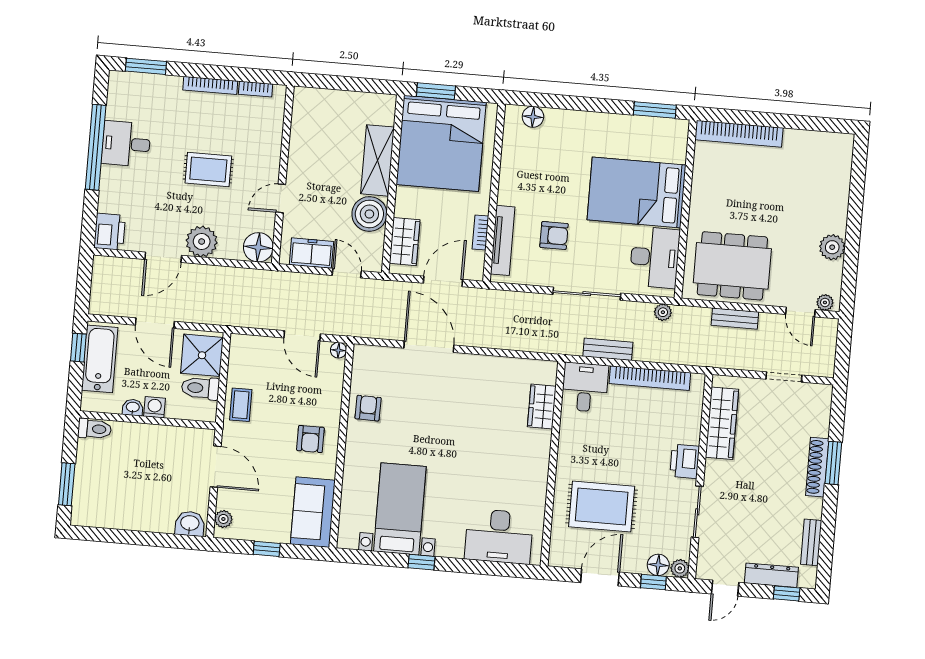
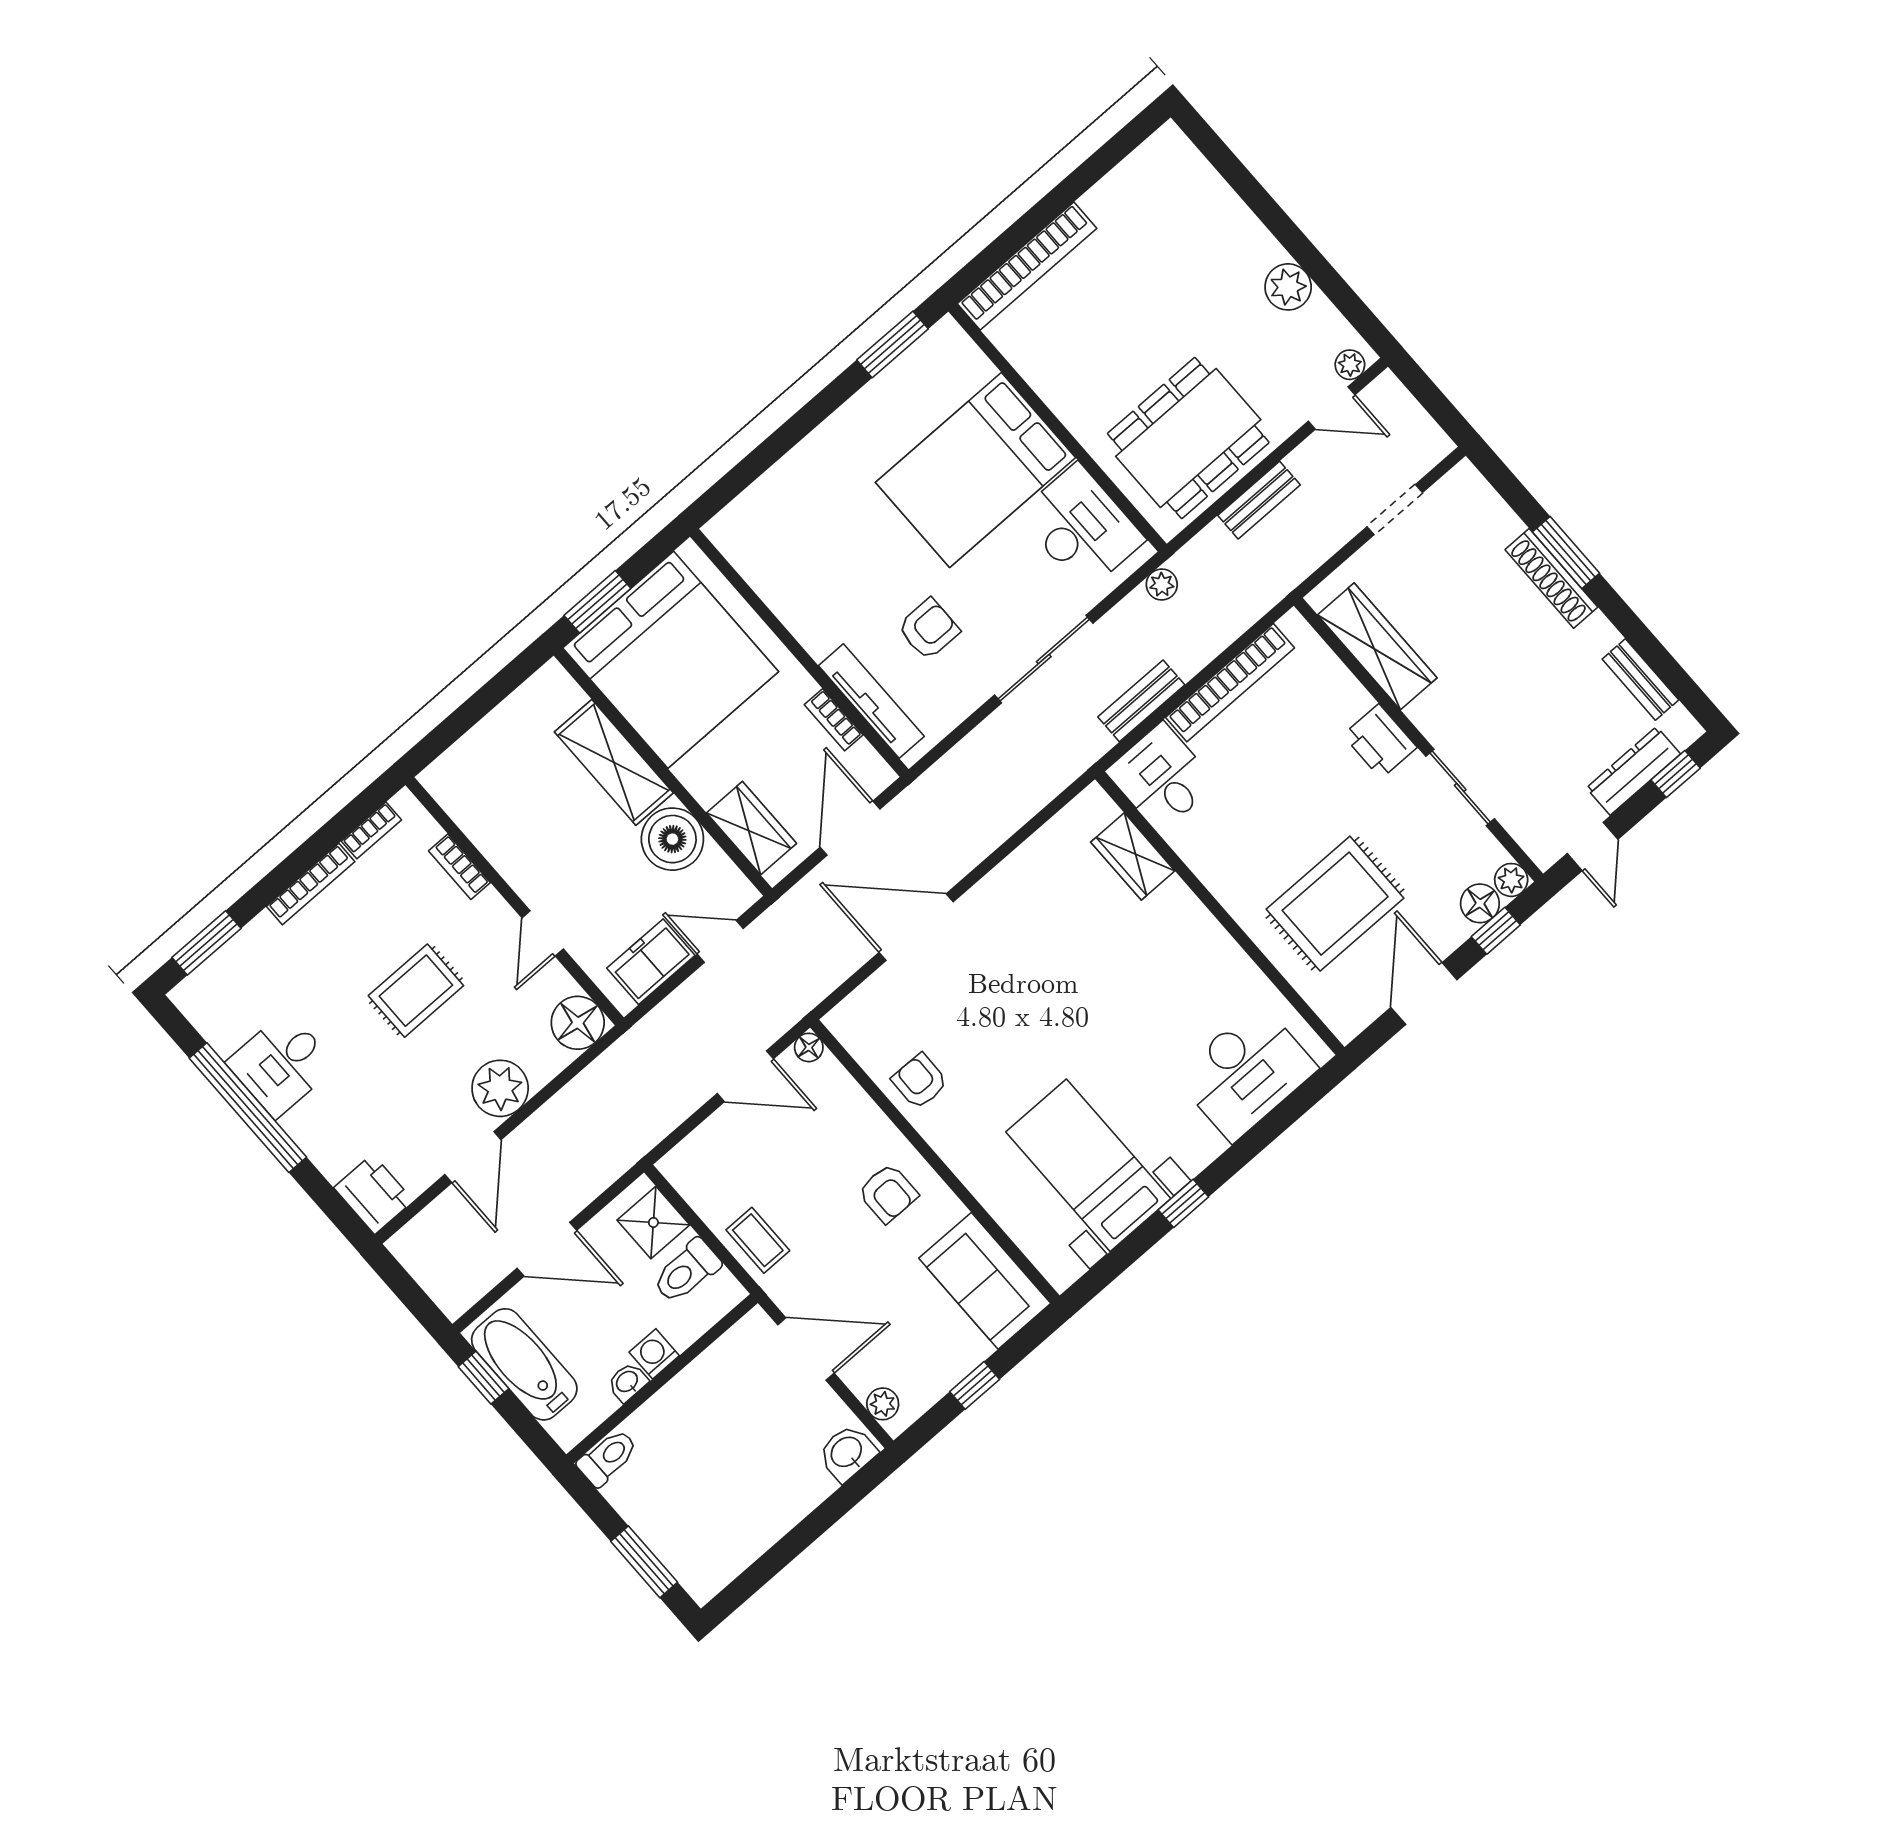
floor lamp: (533, 117) -> (750, 509), removed
bookcase: (275, 139) -> (459, 867), added
shower: (202, 355) -> (653, 1222), width x0.73, depth x0.73

